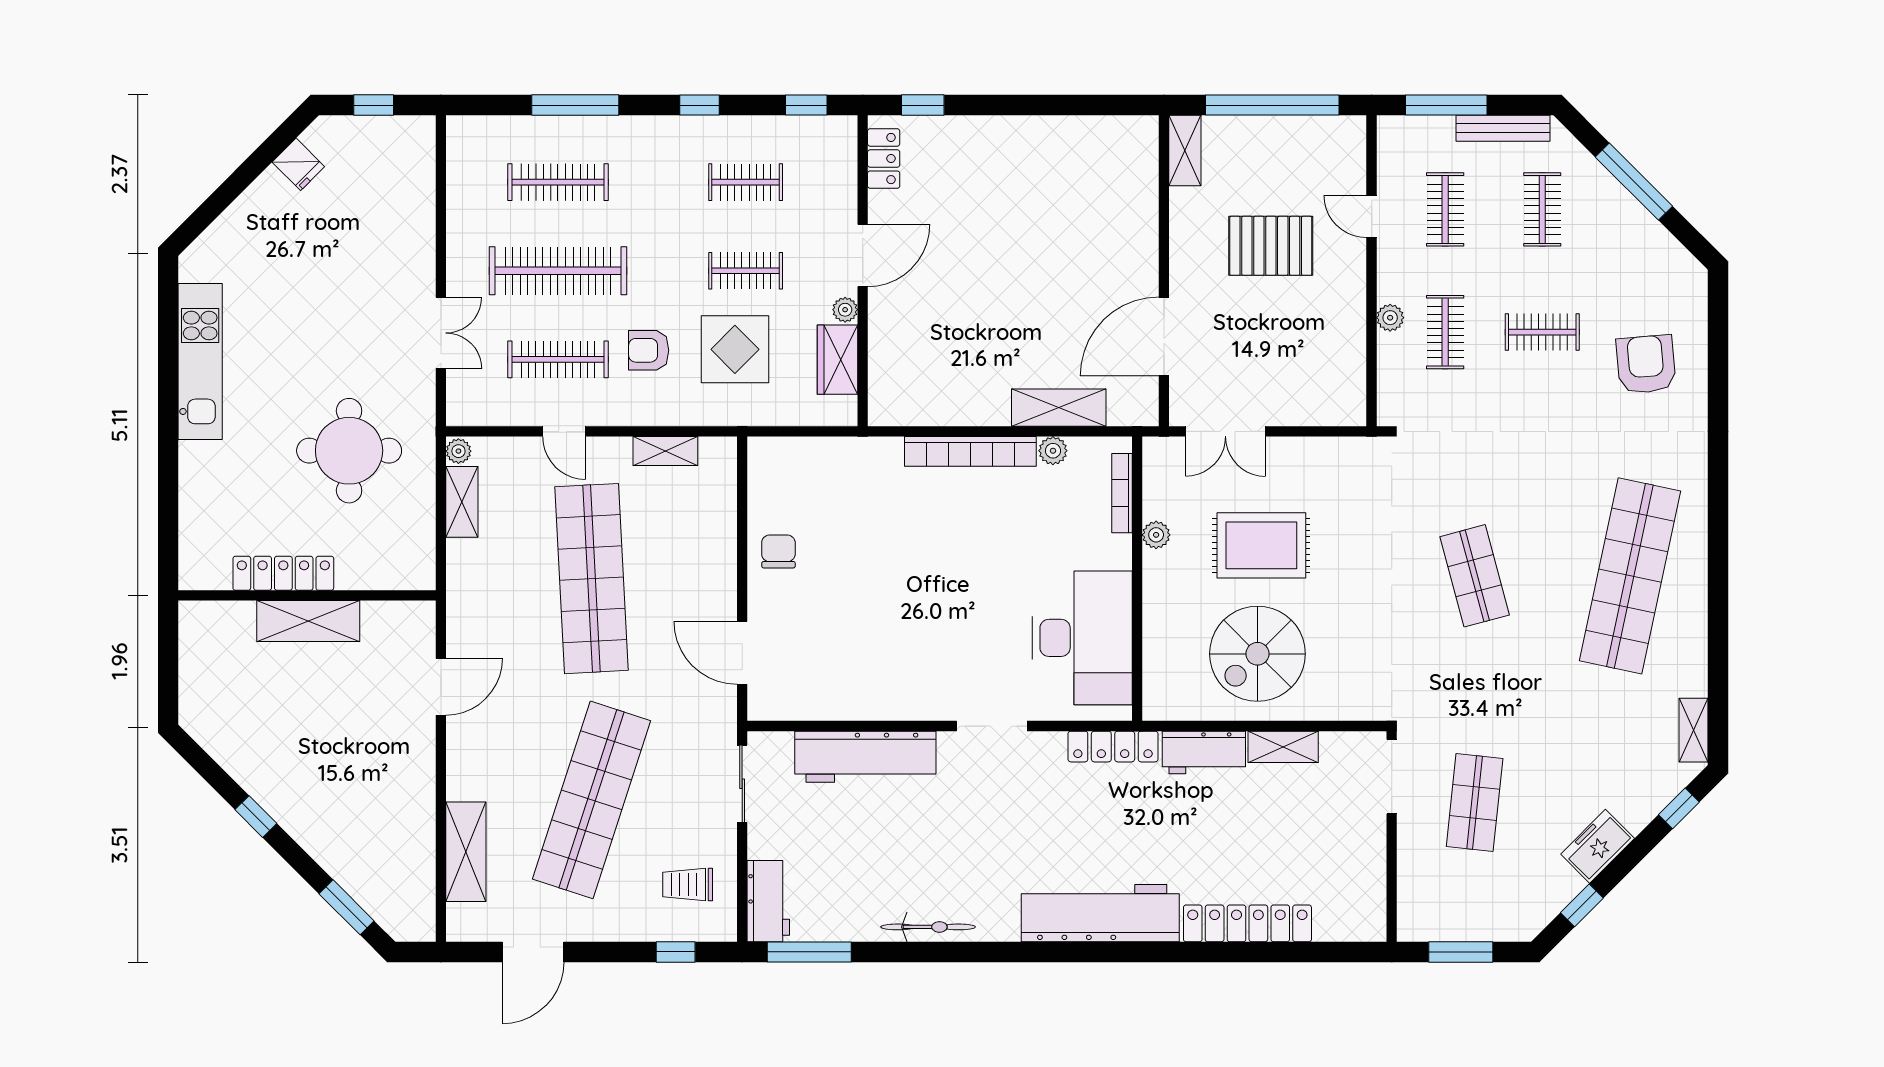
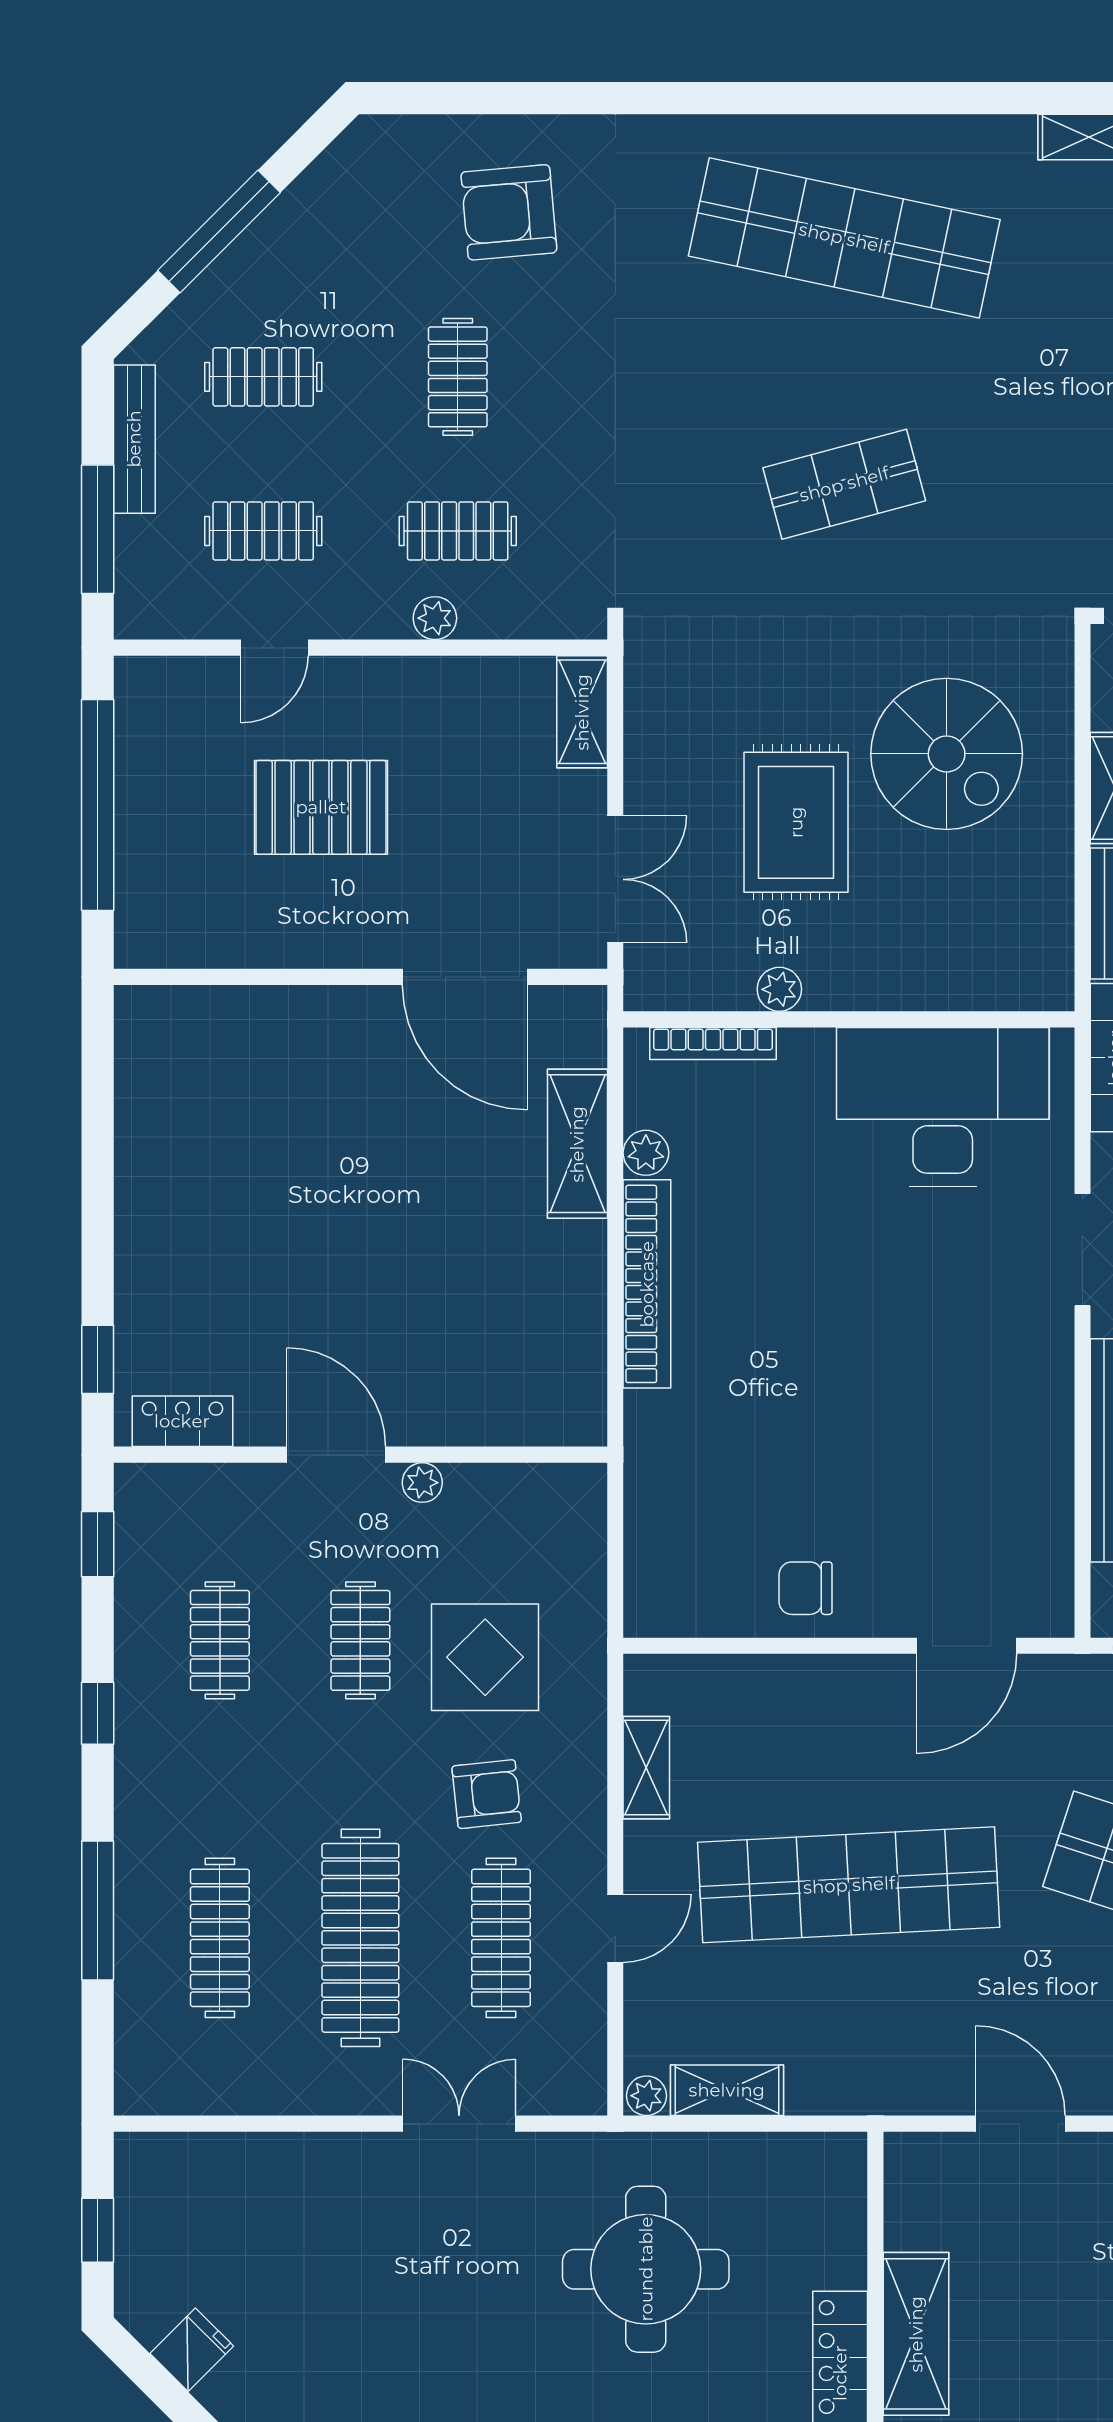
shelving: (1185, 150) -> (582, 712), moved, turned 90
pallet: (1271, 246) -> (321, 807), turned 90
armchair: (649, 350) -> (487, 1794), turned -96
wardrobe: (838, 360) -> (502, 1495), removed
spiral stairs: (1257, 654) -> (947, 754), moved

